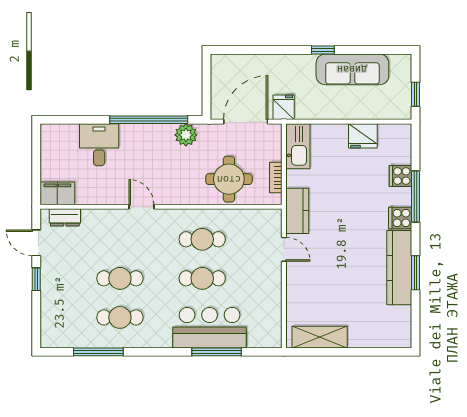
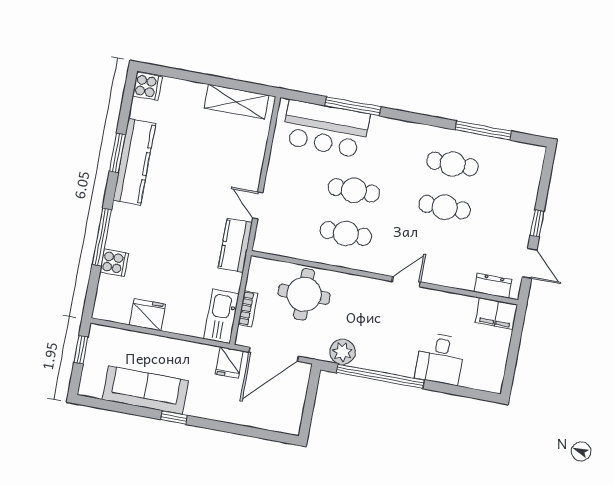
bookcase: (276, 177) -> (248, 309), moved
door: (141, 207) -> (406, 282), swing flipped
cooker: (400, 218) -> (147, 86), moved
bar counter: (210, 328) -> (326, 129), moved

